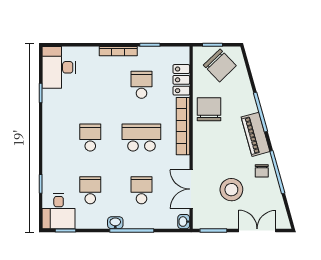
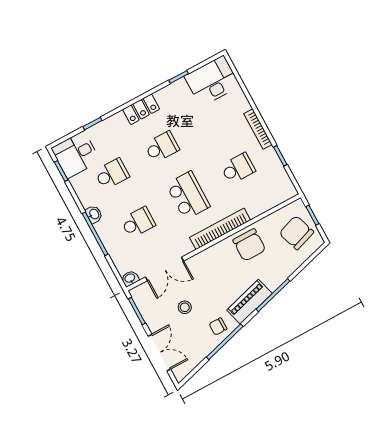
chair: (220, 65) -> (296, 233), turned 115
locker: (181, 80) -> (141, 109), moved, turned 180
chair: (209, 109) -> (249, 245), turned 90
double door: (191, 189) -> (165, 269), swing flipped
stool: (231, 190) -> (185, 307), width x0.53, depth x0.53

